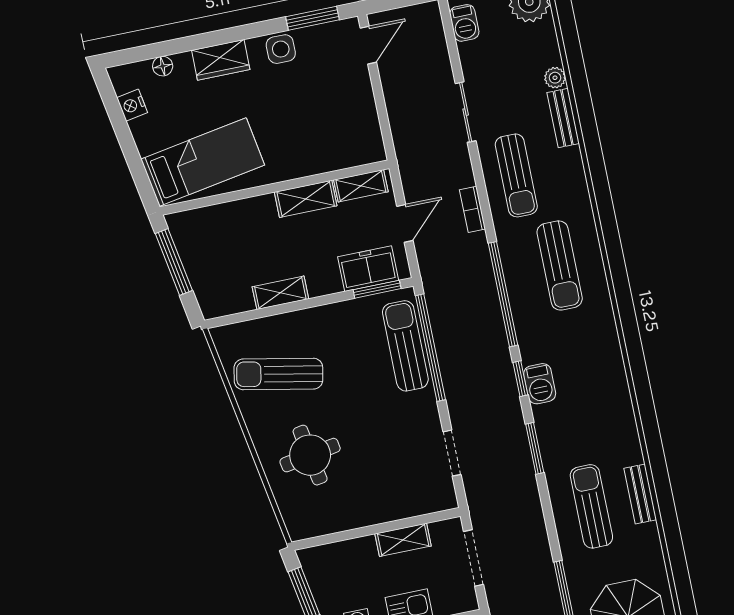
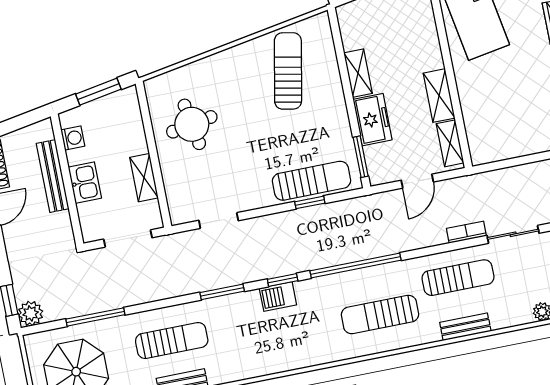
bench: (563, 118) -> (465, 327), moved
sun lounger: (516, 175) -> (458, 278), turned 180
bookcase: (472, 209) -> (466, 232), moved
door: (405, 223) -> (417, 181), hinge flipped
freezer: (368, 269) -> (373, 120), moved
window: (430, 348) -> (310, 202), width x0.32
round table: (310, 455) -> (192, 124), moved

